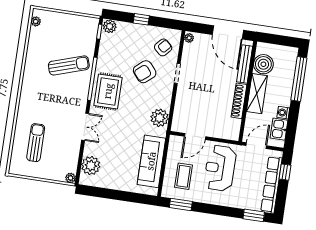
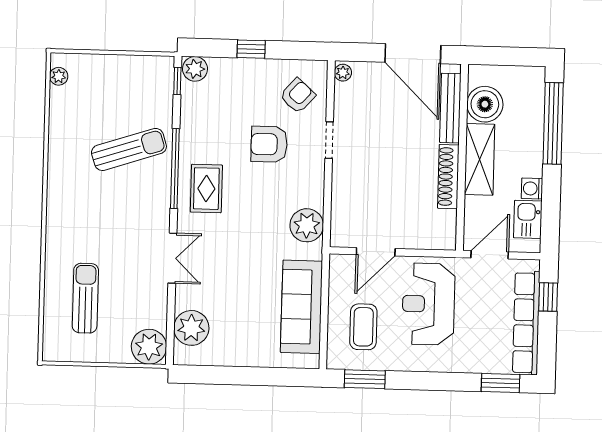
armchair: (145, 72) -> (269, 144), turned 40
rug: (108, 91) -> (206, 189), width x0.73, depth x0.70
plant: (71, 178) -> (149, 347), width x1.87, depth x1.87

